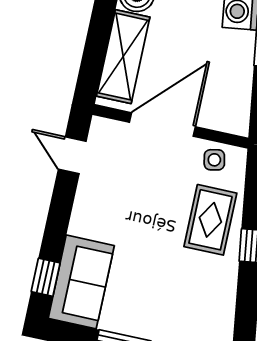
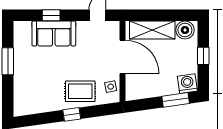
window: (46, 277) -> (51, 15), moved
sofa: (81, 282) -> (54, 34), moved

